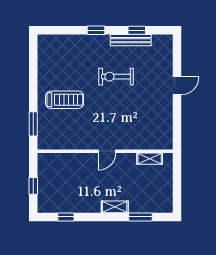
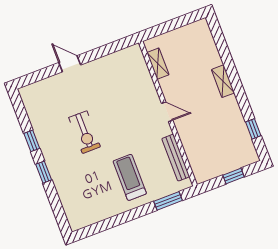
window: (137, 30) -> (32, 141), moved
bench: (131, 40) -> (176, 158), moved
window: (140, 217) -> (223, 50), removed

